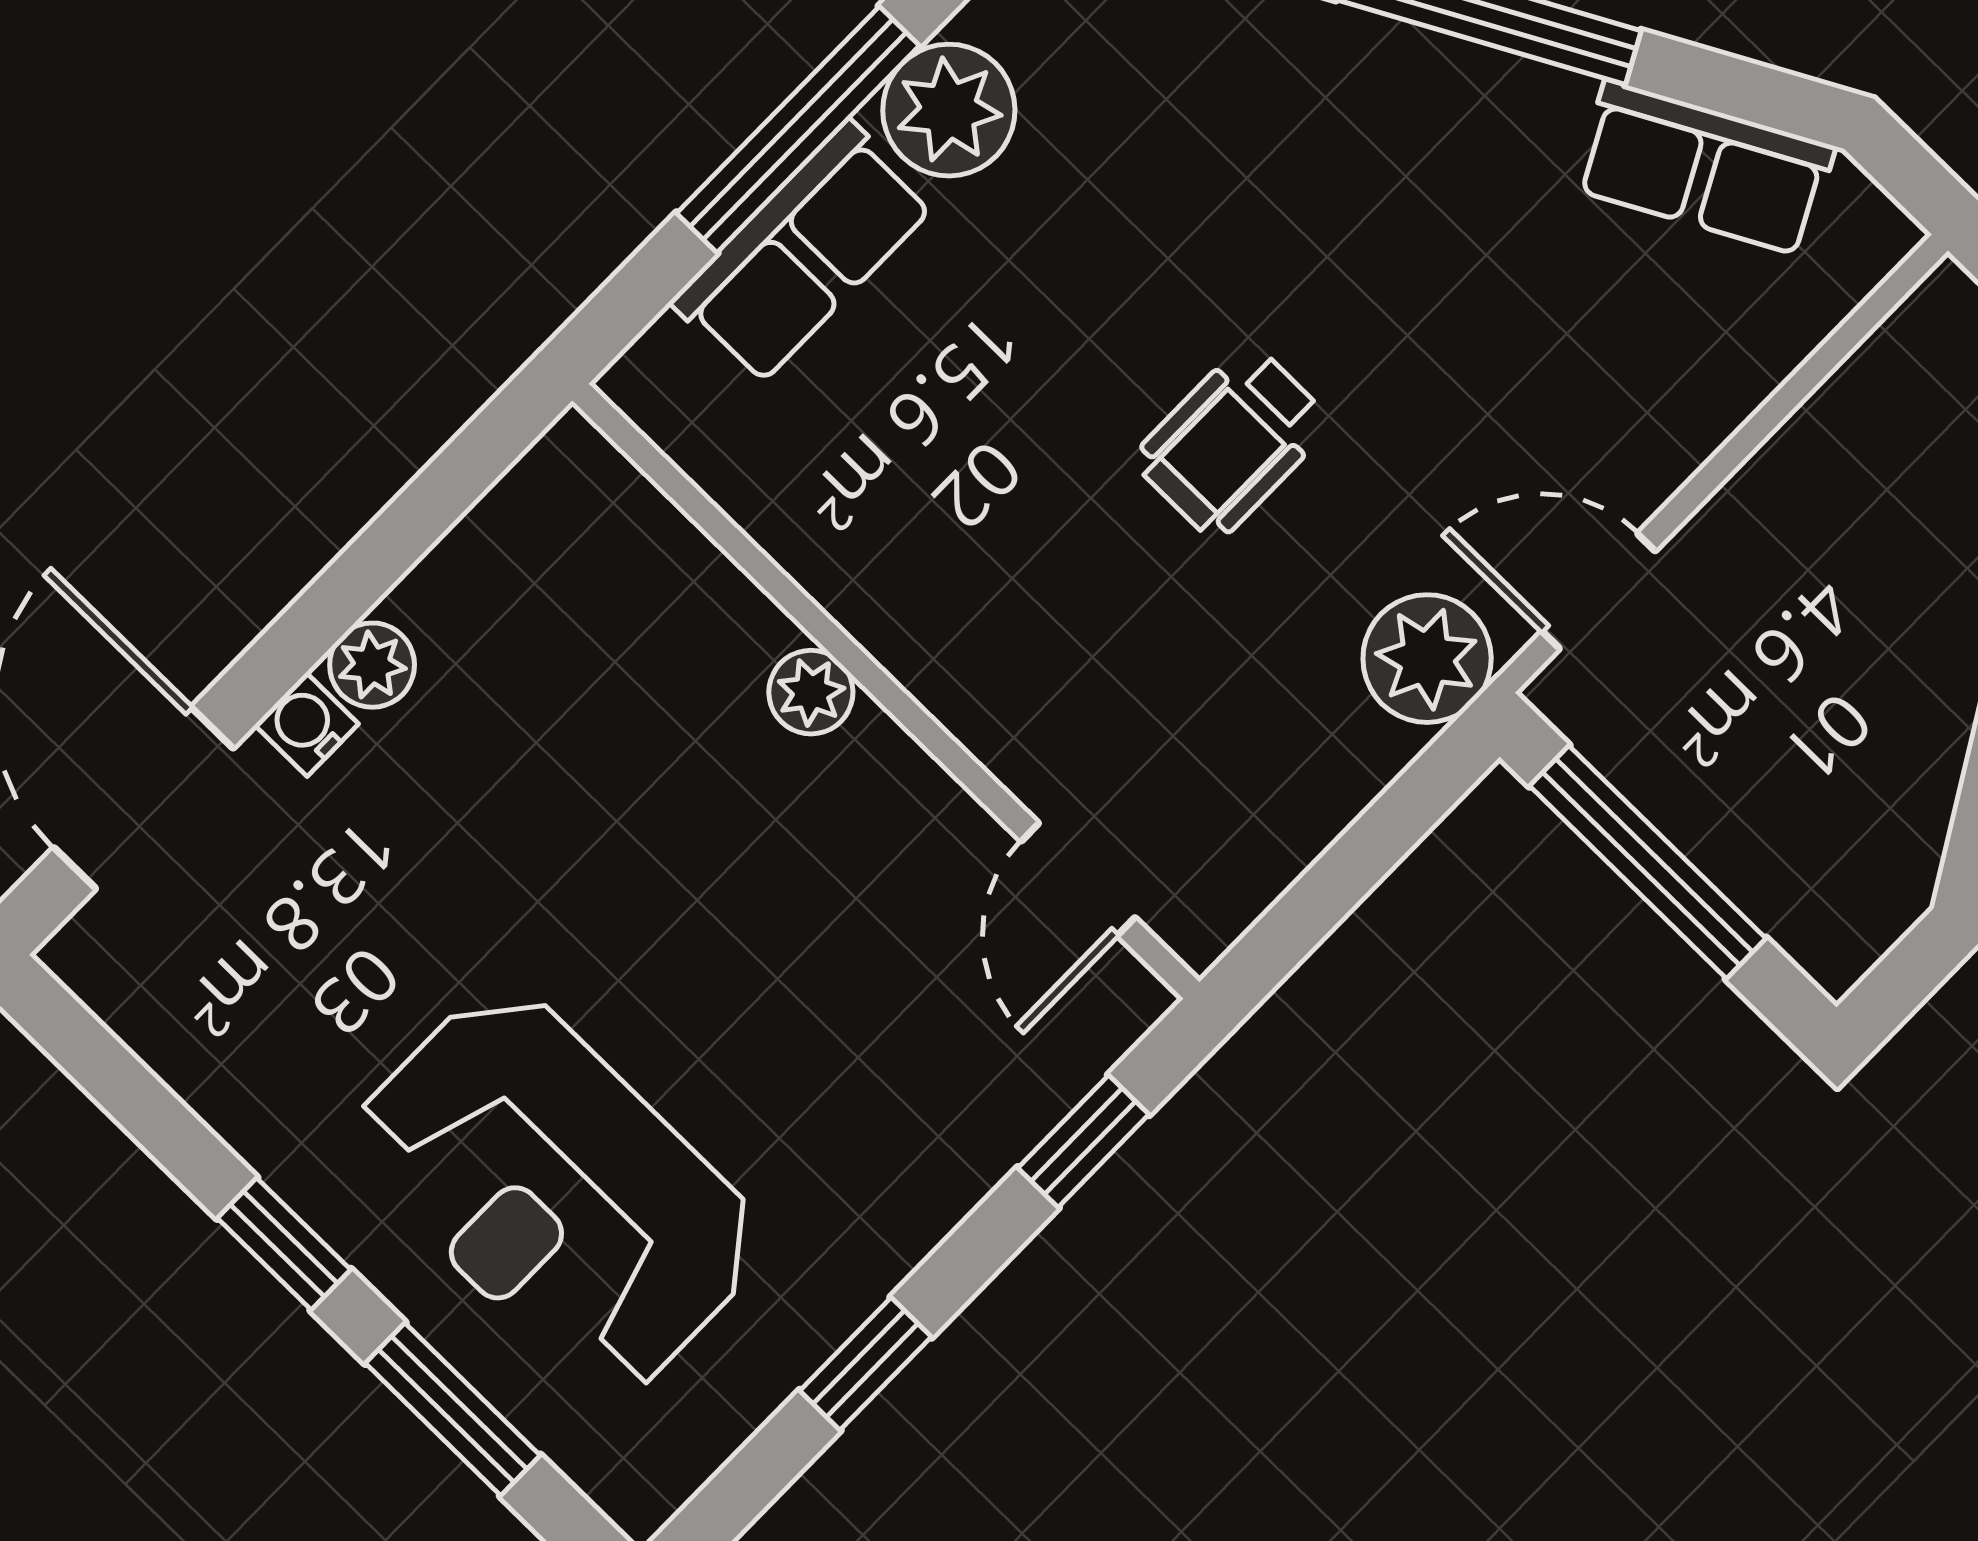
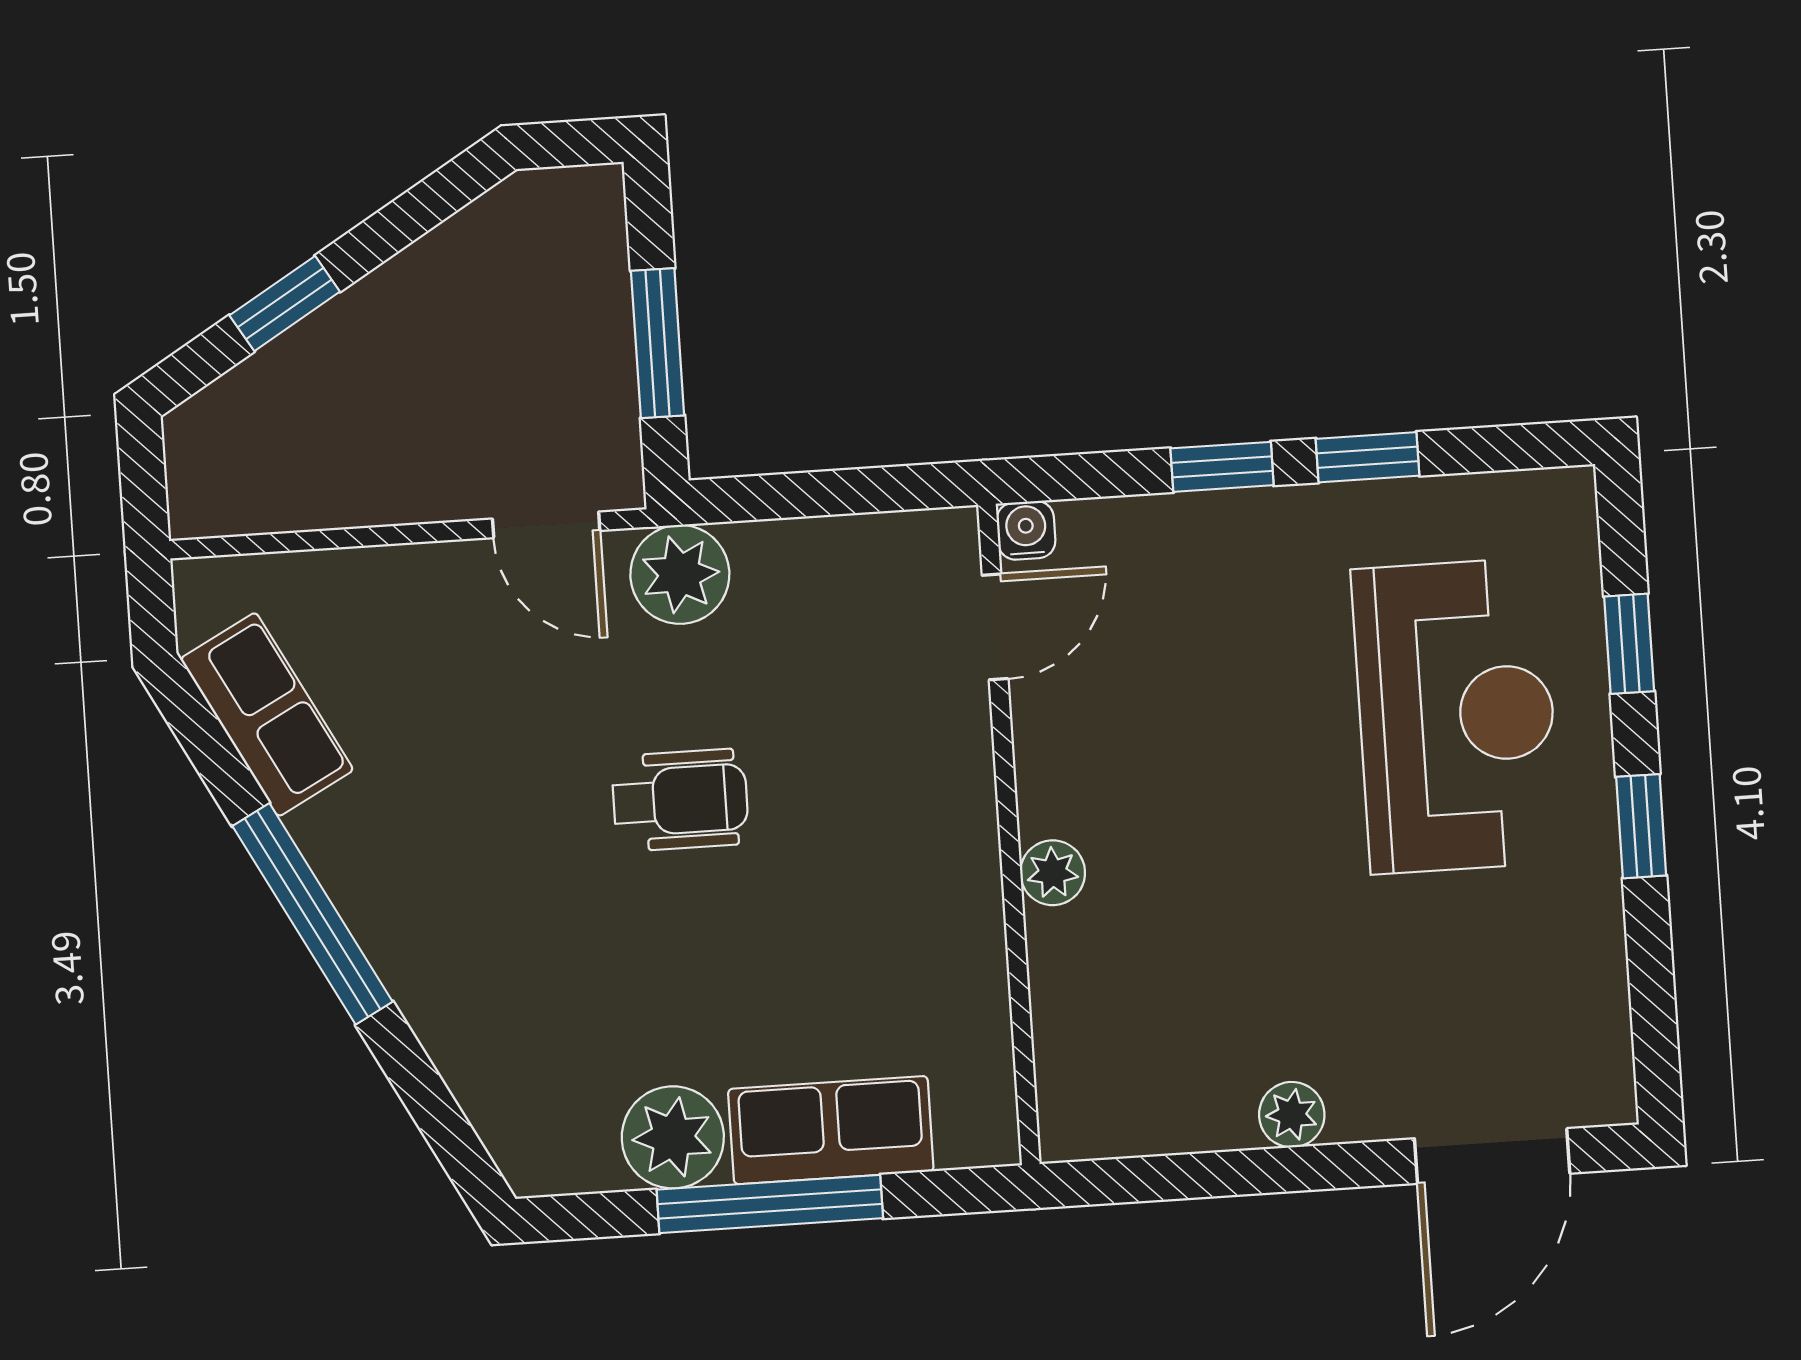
water cooler: (307, 724) -> (1026, 530), moved, turned 180
window: (1648, 862) -> (658, 343), width x0.69
window: (1083, 1141) -> (1222, 467), moved
window: (453, 1409) -> (1629, 644), width x0.67

